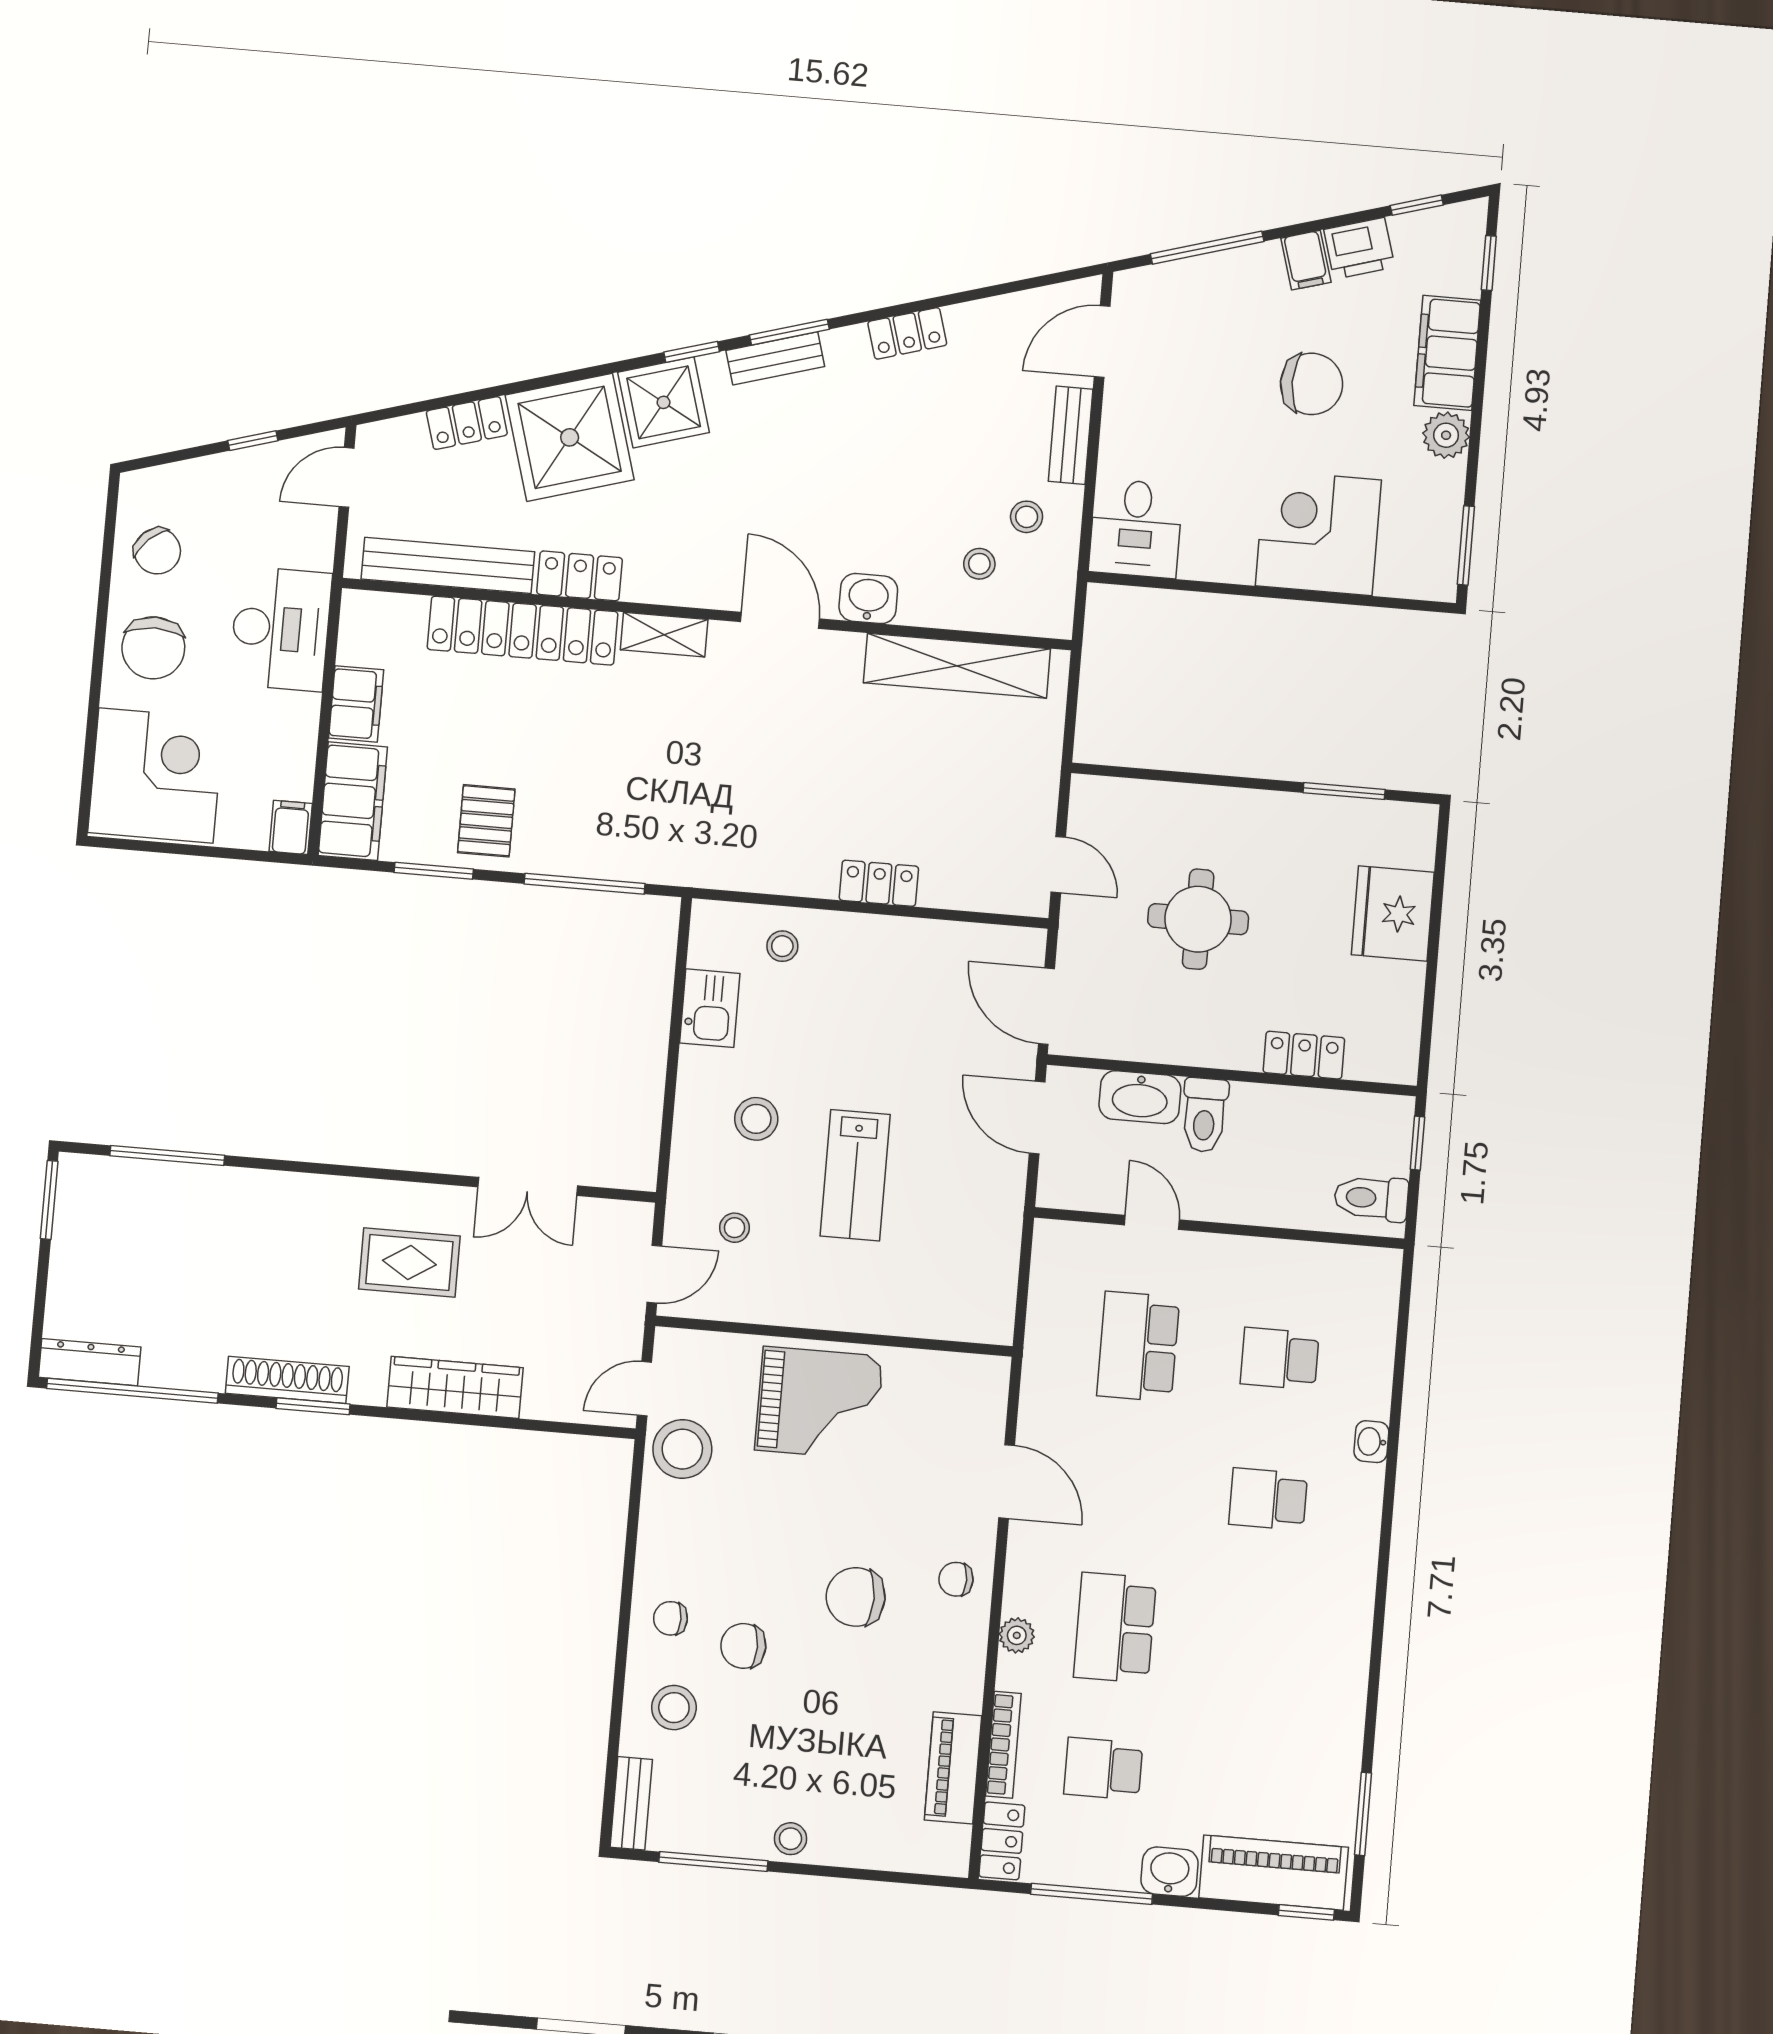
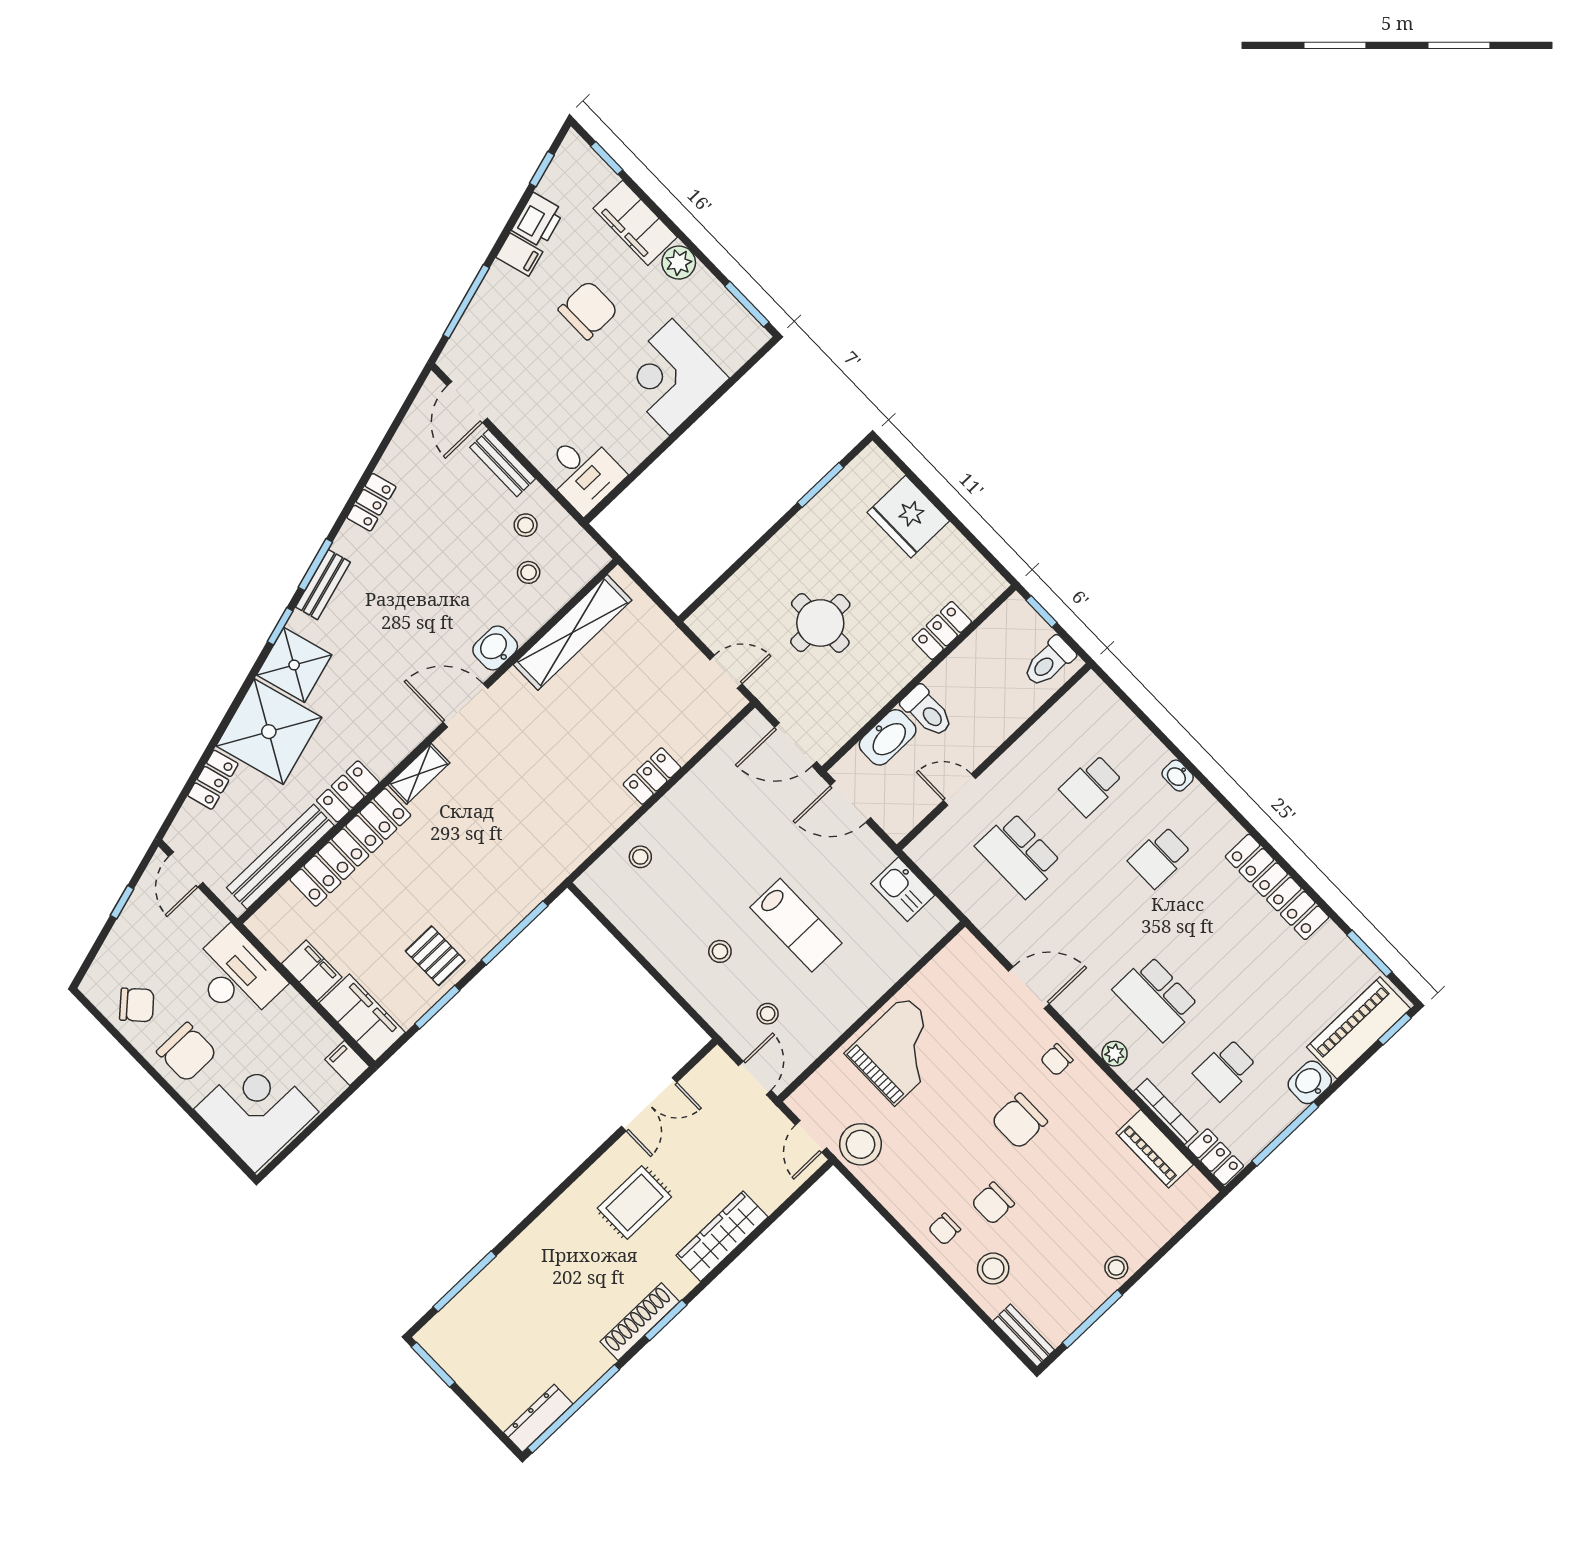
kitchen sink: (710, 1008) -> (903, 889), moved, turned 180
stool: (756, 1119) -> (720, 951), width x0.73, depth x0.73
locker: (1347, 1652) -> (1277, 887), added

